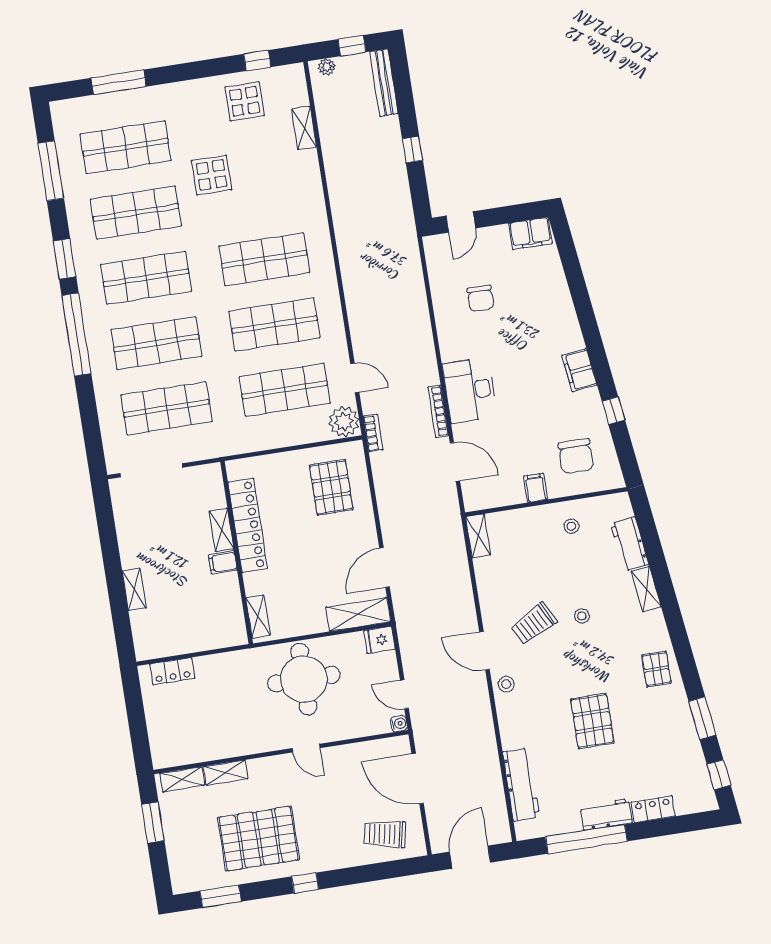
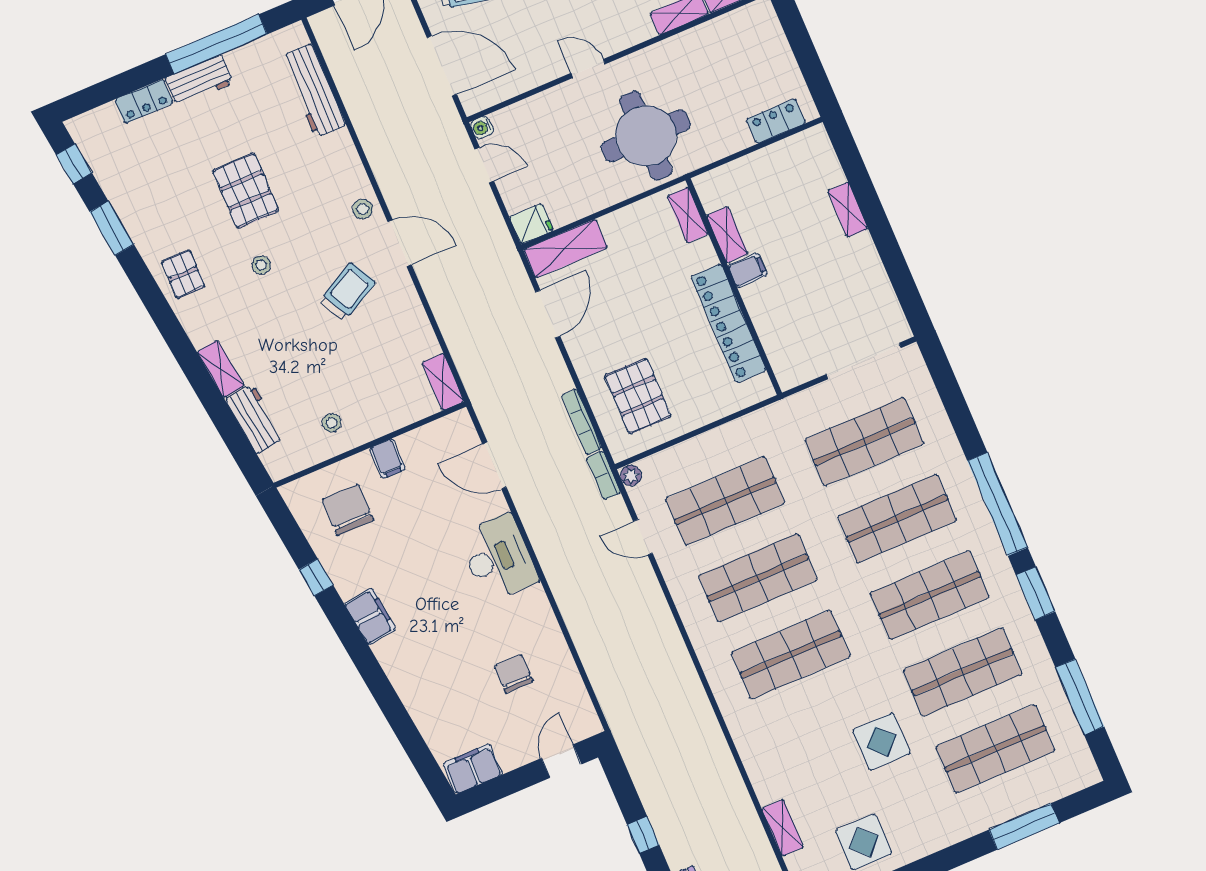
bookcase: (438, 411) -> (582, 422), moved, turned 180
plant: (344, 422) -> (631, 476), width x0.53, depth x0.53
shelving: (221, 530) -> (727, 235), moved
stool: (582, 616) -> (261, 265), moved
round table: (304, 679) -> (646, 136), moved

